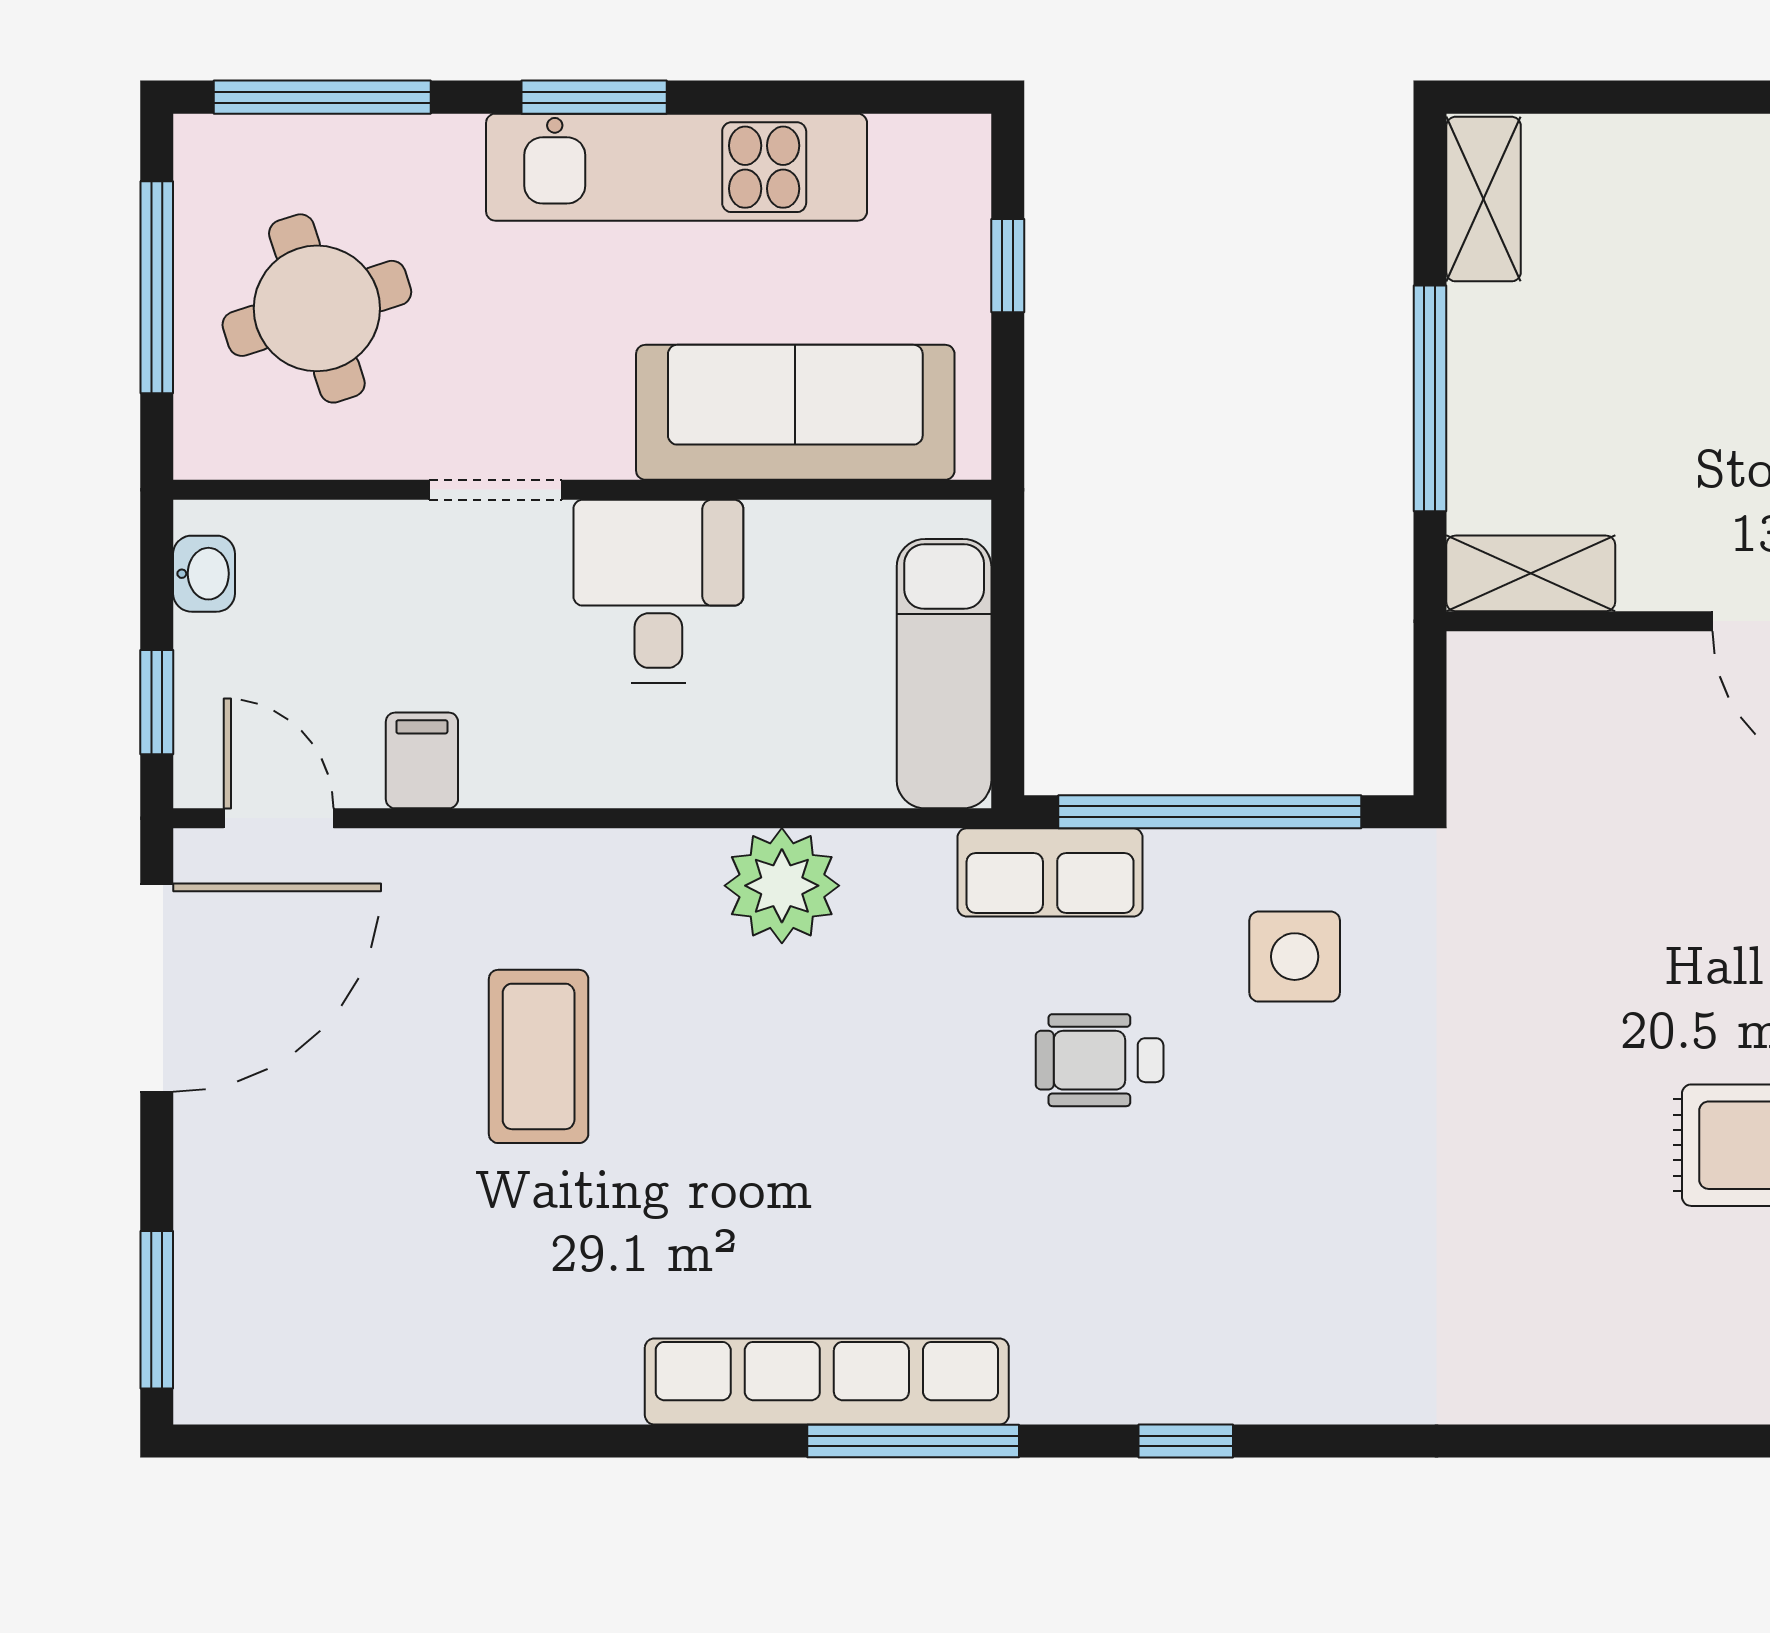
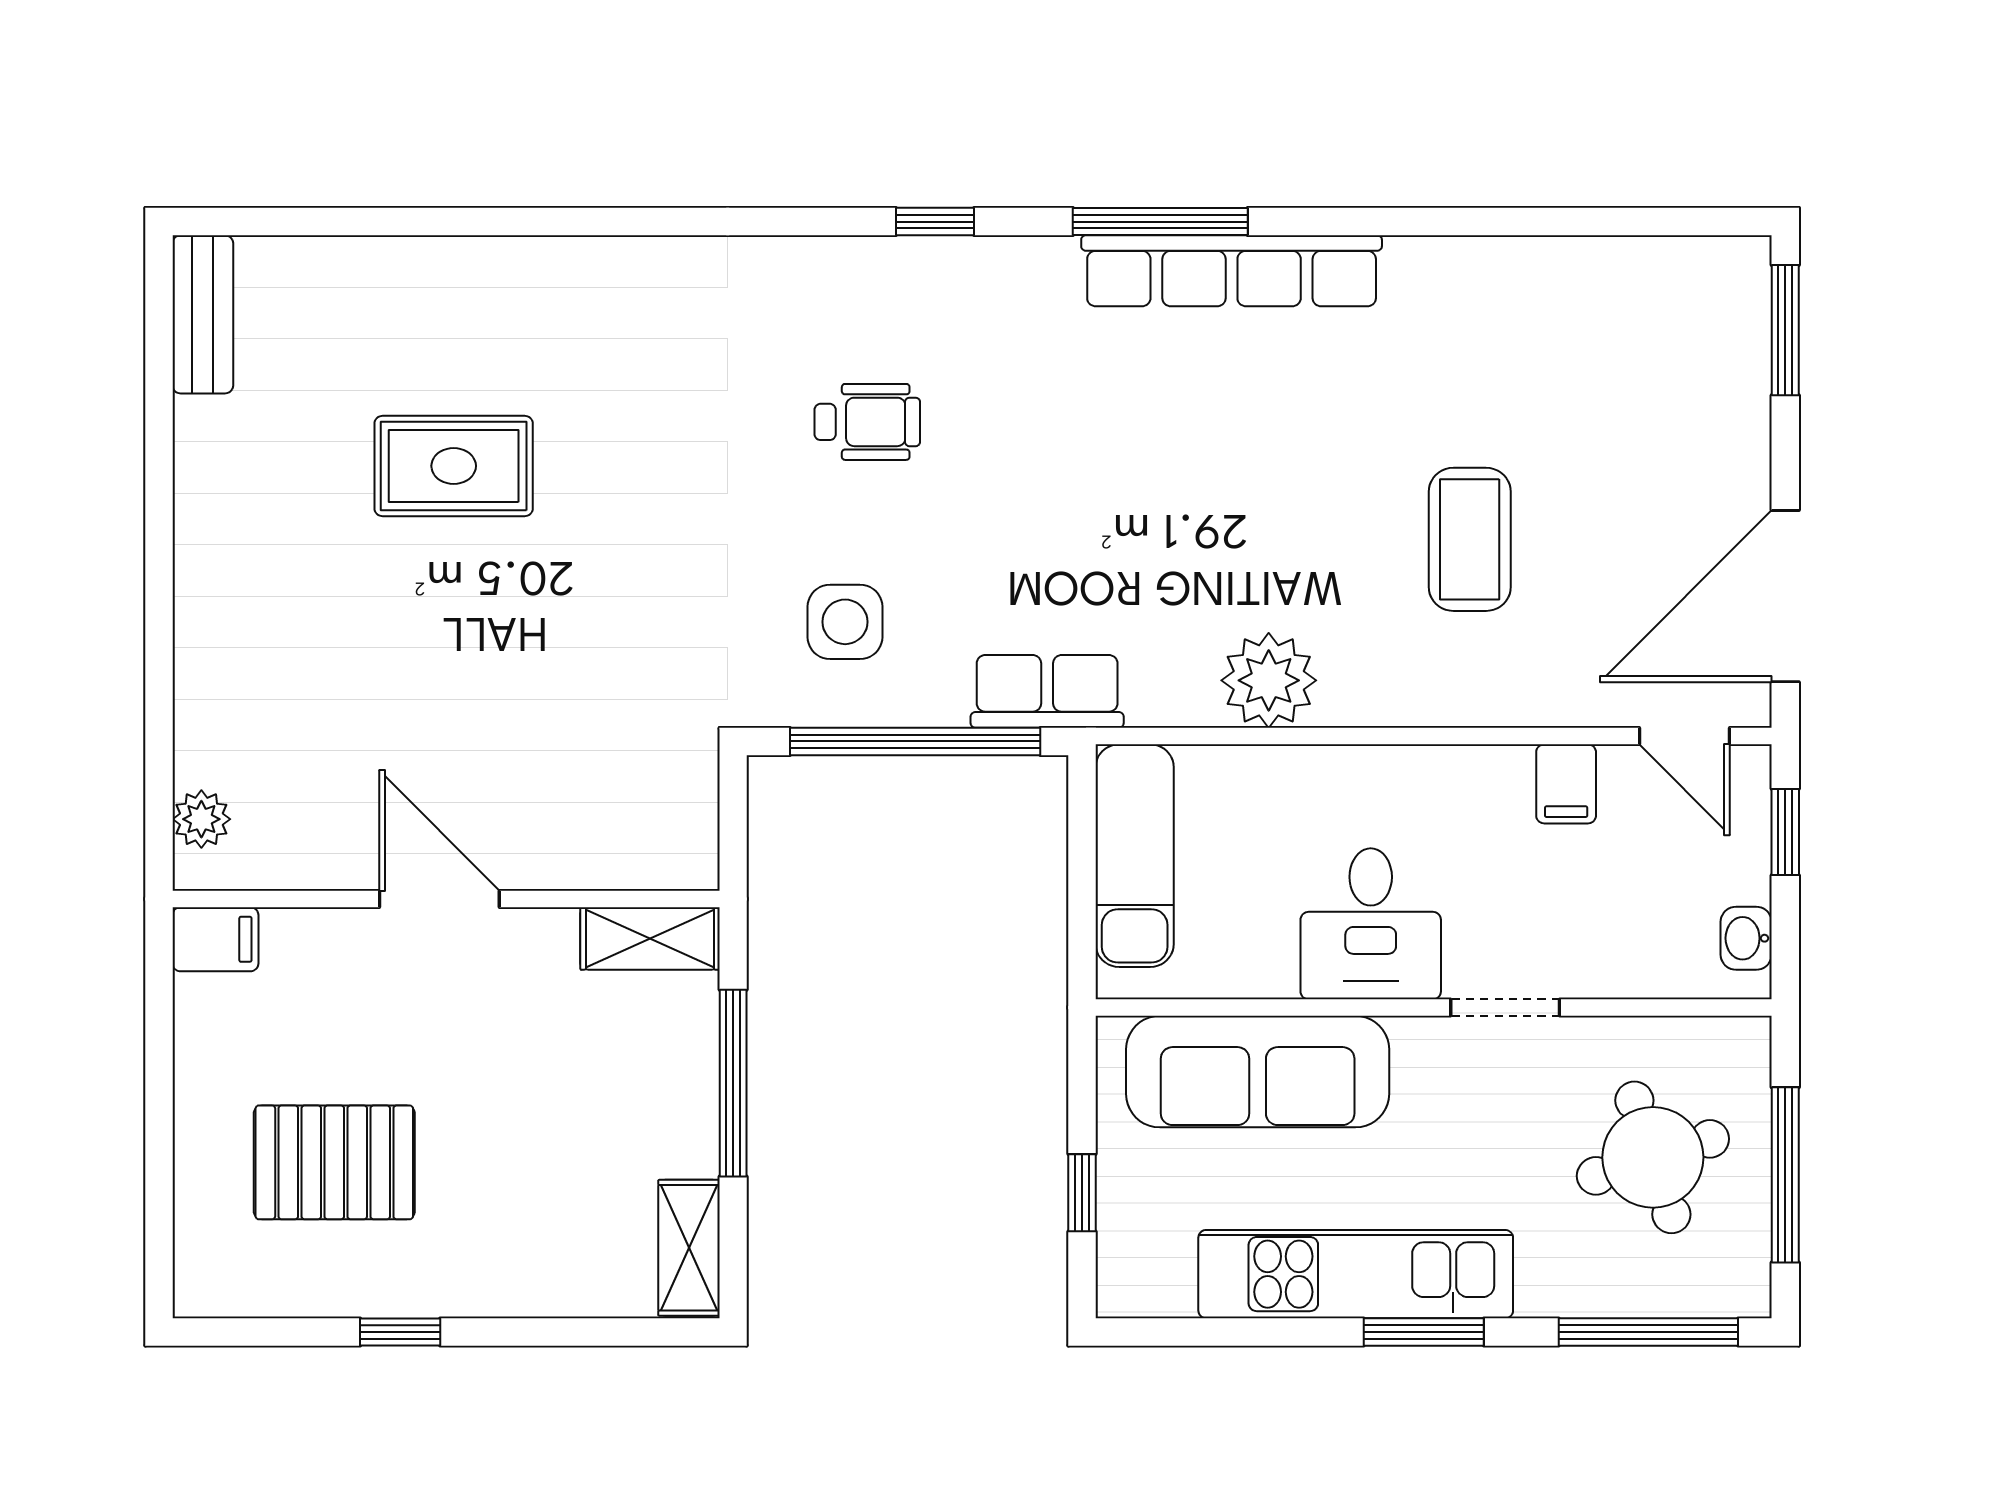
wheelchair: (1100, 1060) -> (867, 422), moved

